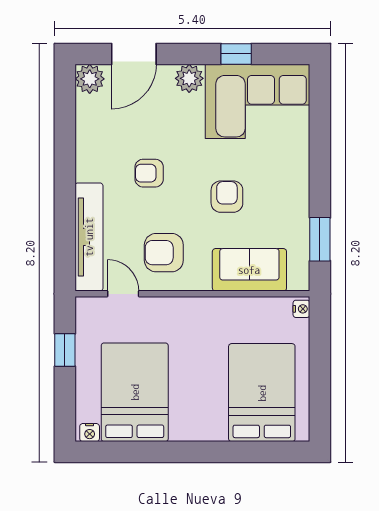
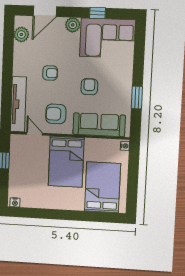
plant: (90, 79) -> (21, 34), moved
armchair: (149, 173) -> (50, 73), turned 180
window: (320, 239) -> (137, 98), moved
sofa: (249, 270) -> (99, 125), width x1.36
bed: (135, 392) -> (66, 162), moved, turned 180

